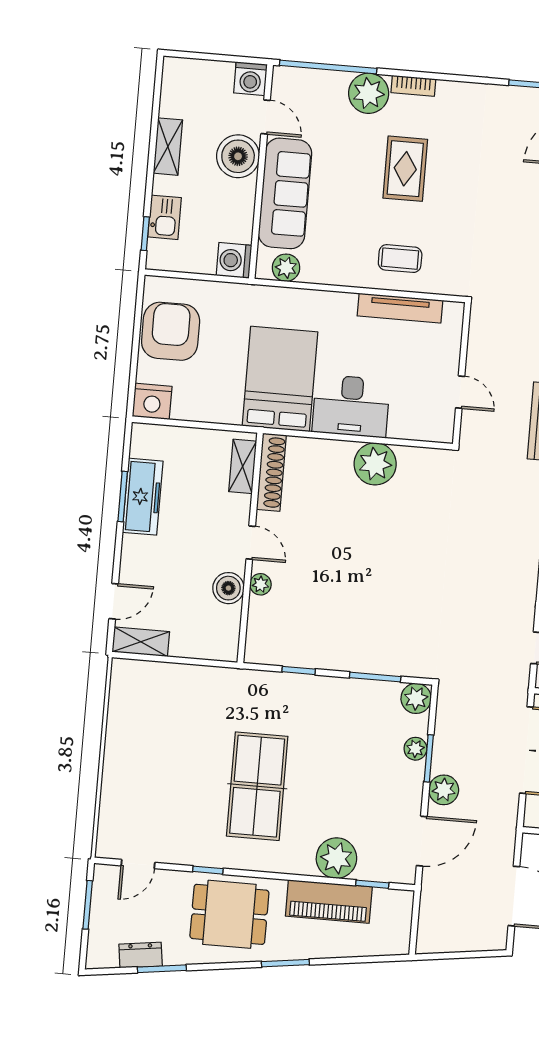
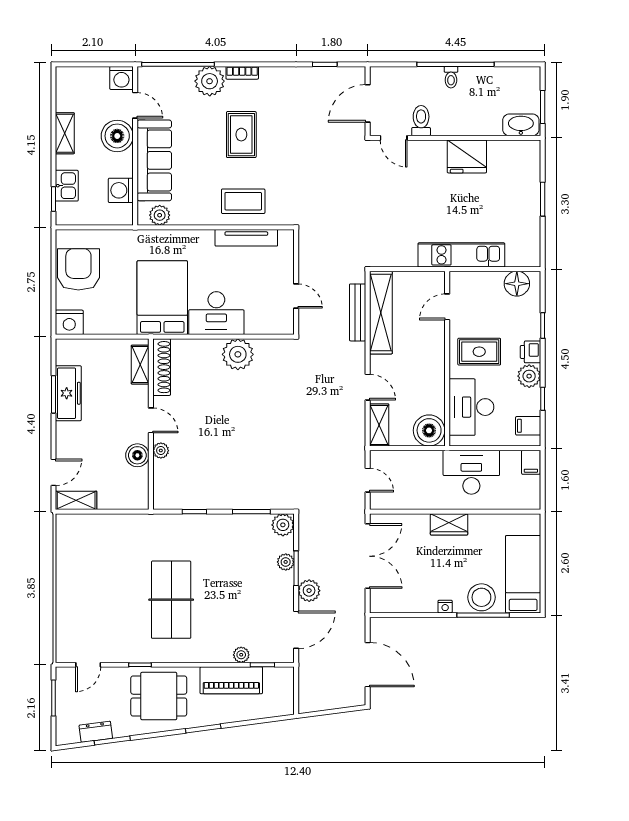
coffee table: (400, 259) -> (243, 201), width x1.36, depth x1.30
washing machine: (234, 260) -> (121, 190), moved
plant: (336, 858) -> (241, 655), width x0.53, depth x0.53

